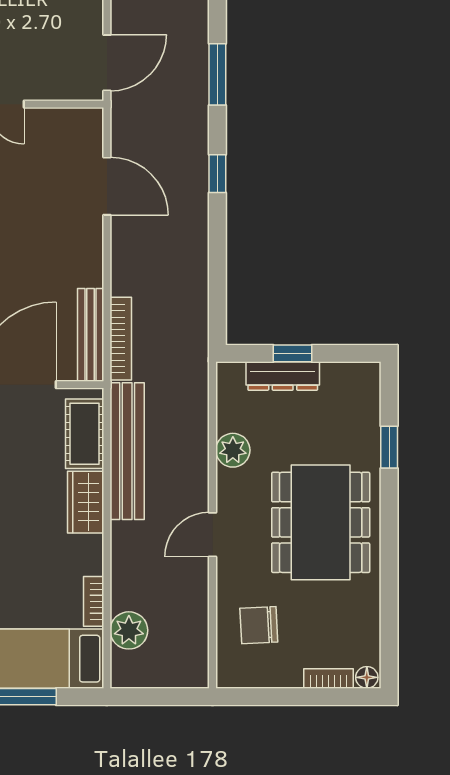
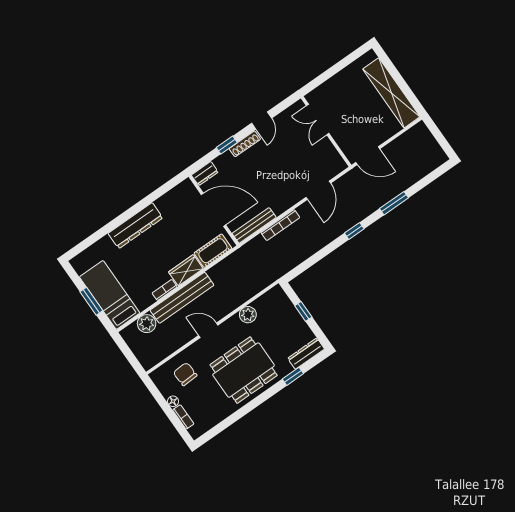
bookcase: (121, 339) -> (280, 225), moved
dresser: (283, 376) -> (306, 354), moved, turned 90
bench: (127, 451) -> (182, 298), moved
bookcase: (94, 601) -> (165, 290), moved
floor lamp: (367, 677) -> (173, 401), moved

